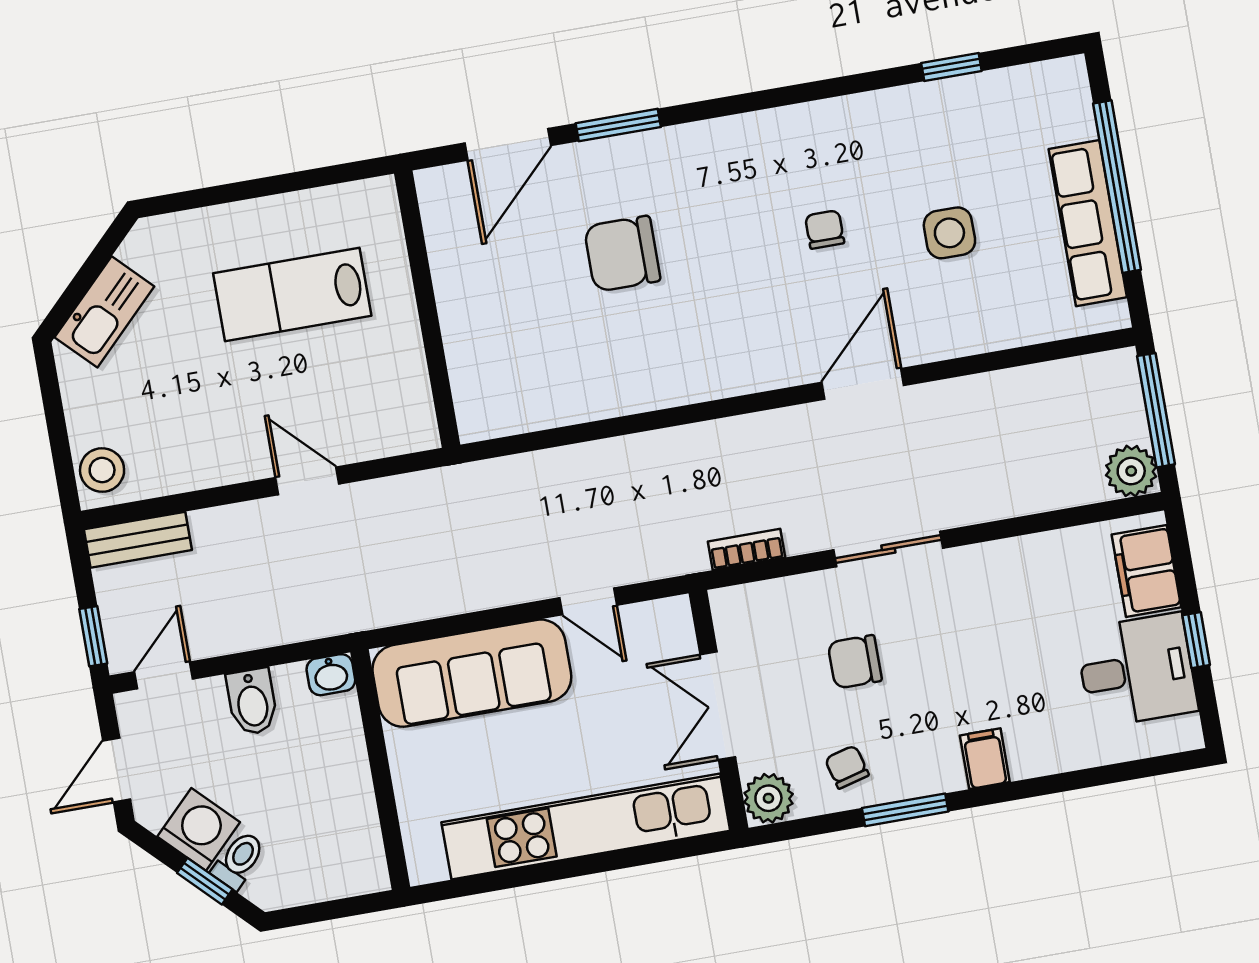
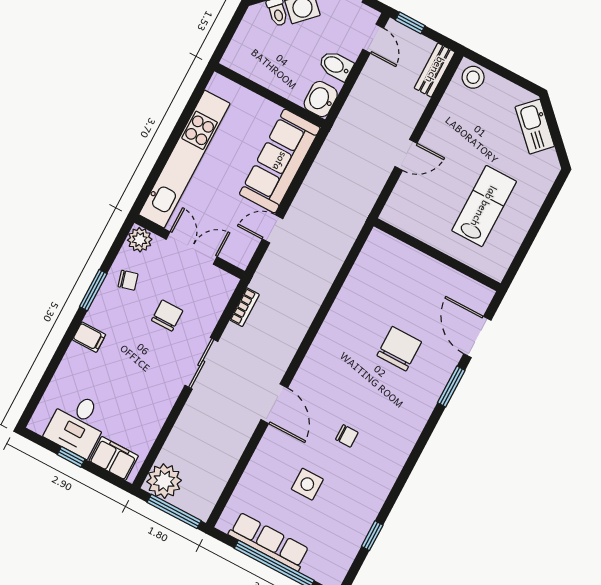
plant: (1131, 471) -> (164, 481), width x1.36, depth x1.36
washbasin: (331, 675) -> (321, 99), width x1.38, depth x1.45

